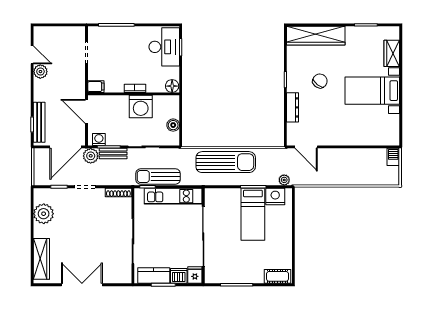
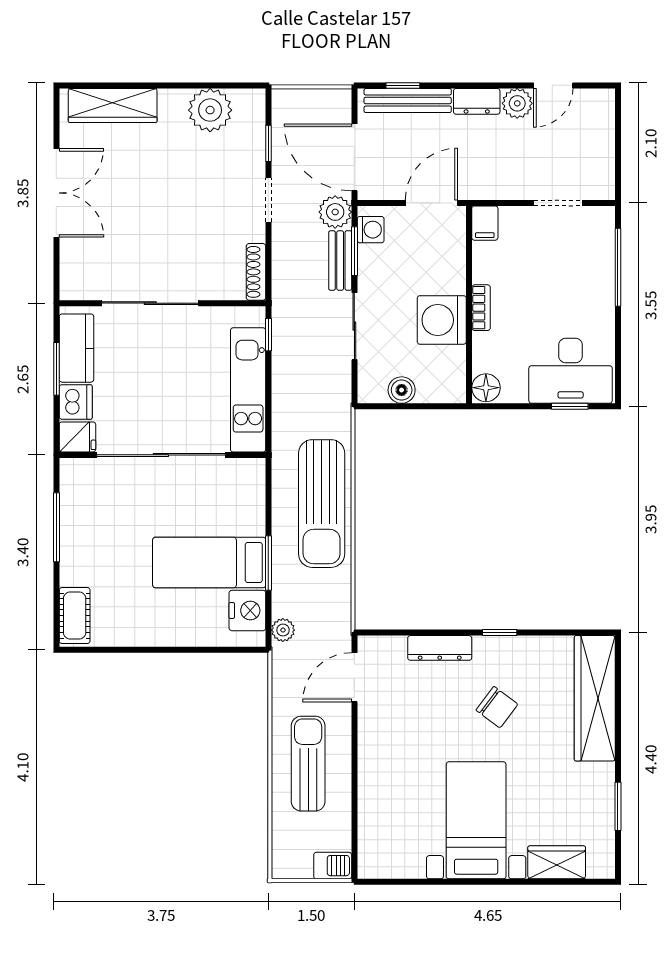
dresser: (40, 90) -> (477, 101), added
sun lounger: (158, 176) -> (308, 764), moved

